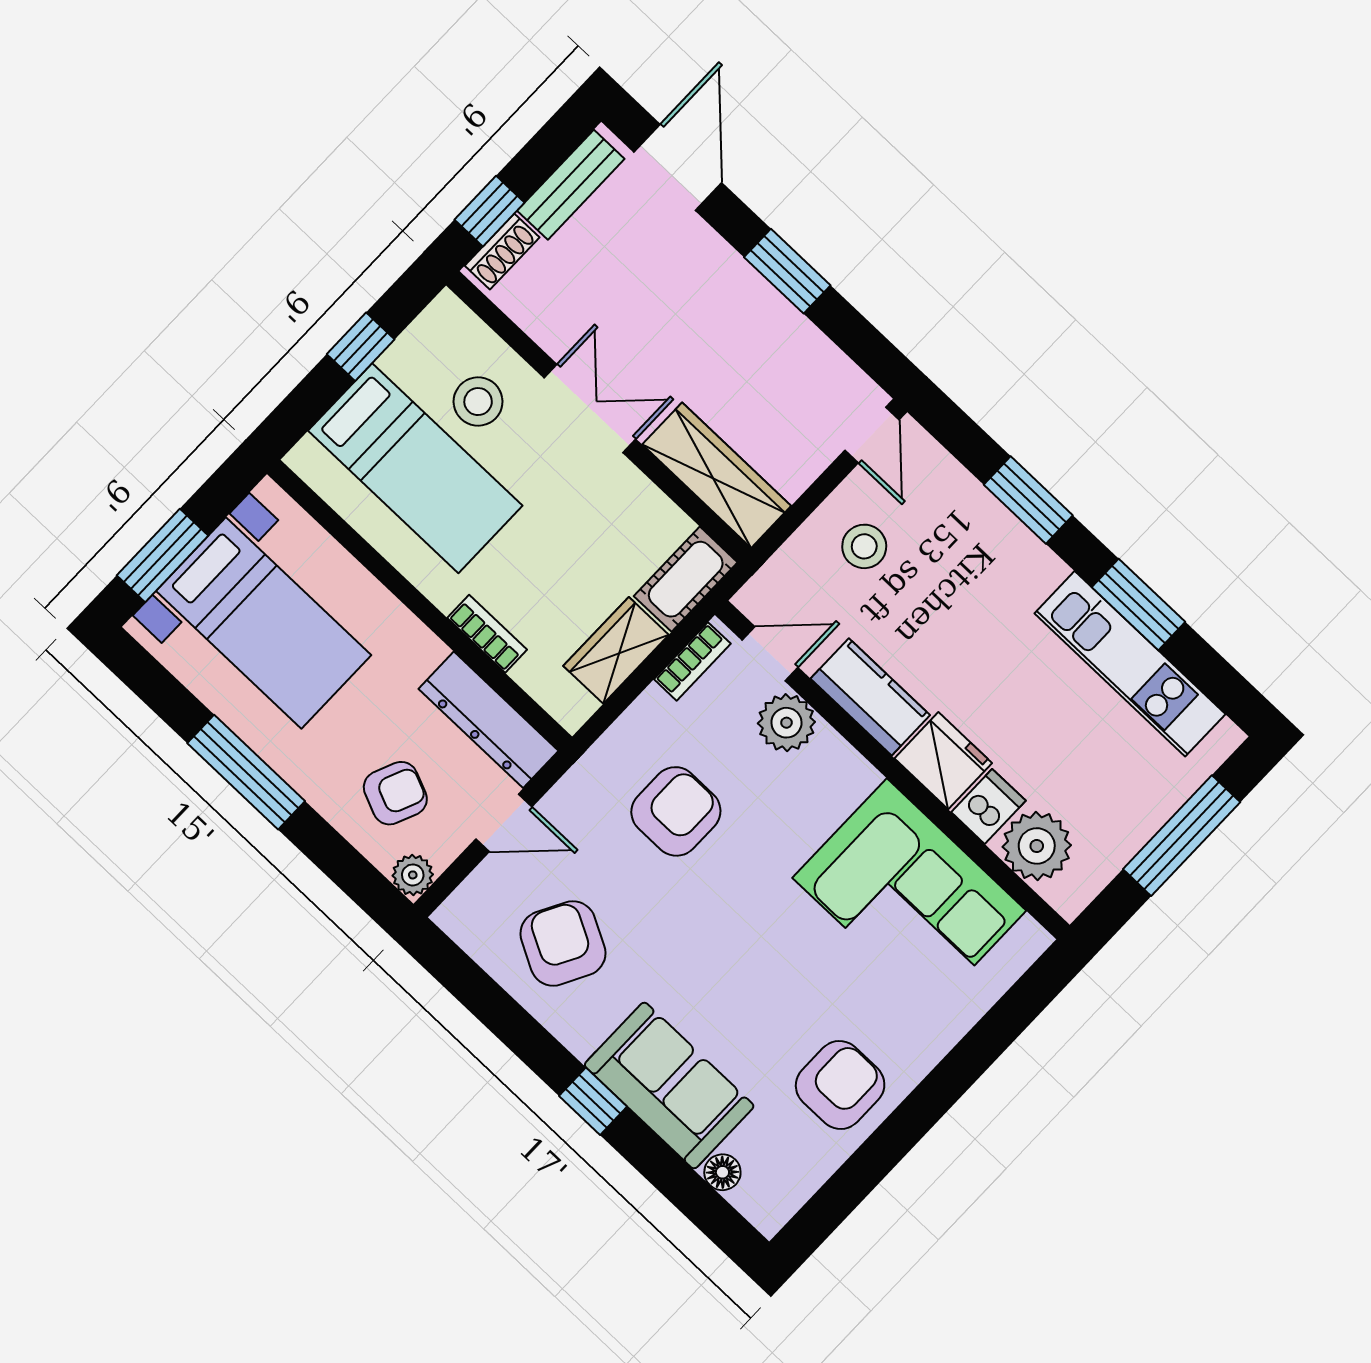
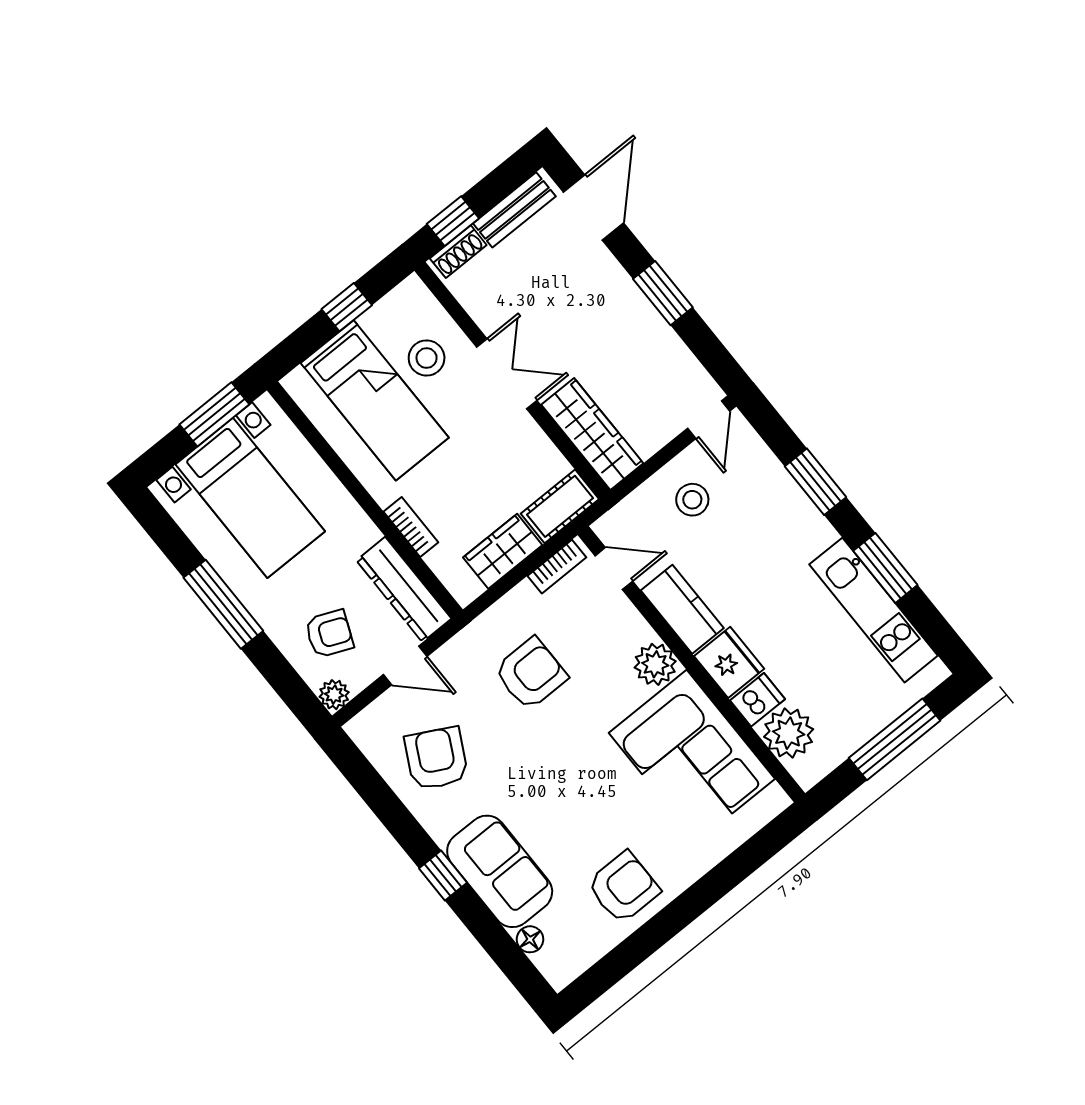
window: (163, 555) -> (214, 414), moved
plant: (786, 723) -> (655, 664), moved

